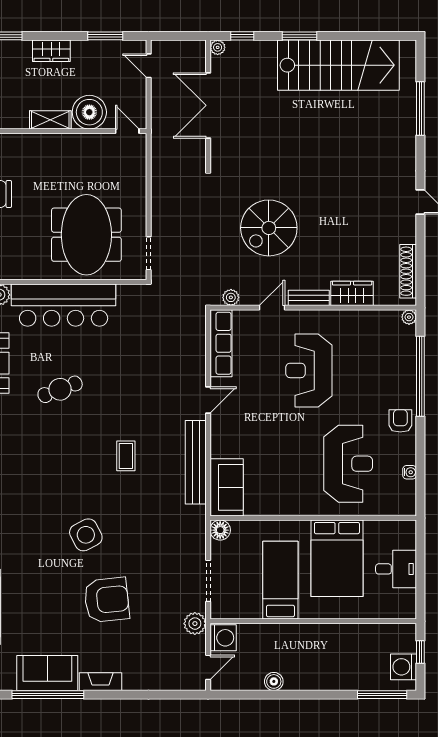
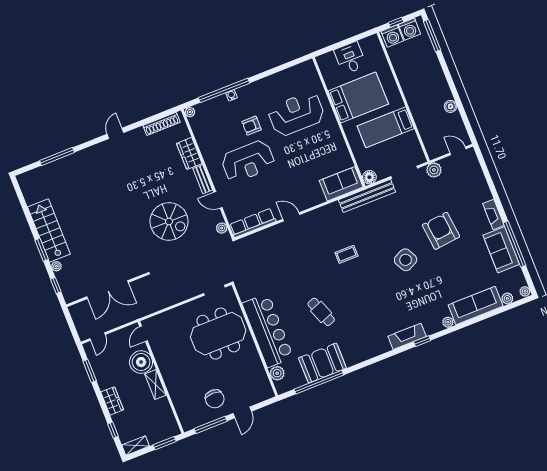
plant: (218, 47) -> (56, 266), moved
stairs: (338, 65) -> (49, 231), width x0.73, depth x0.66
armchair: (400, 421) -> (252, 126), moved
bench: (196, 462) -> (367, 196), moved
water cooler: (410, 472) -> (231, 95), moved
washing machine: (223, 638) -> (392, 36), moved, turned 180

